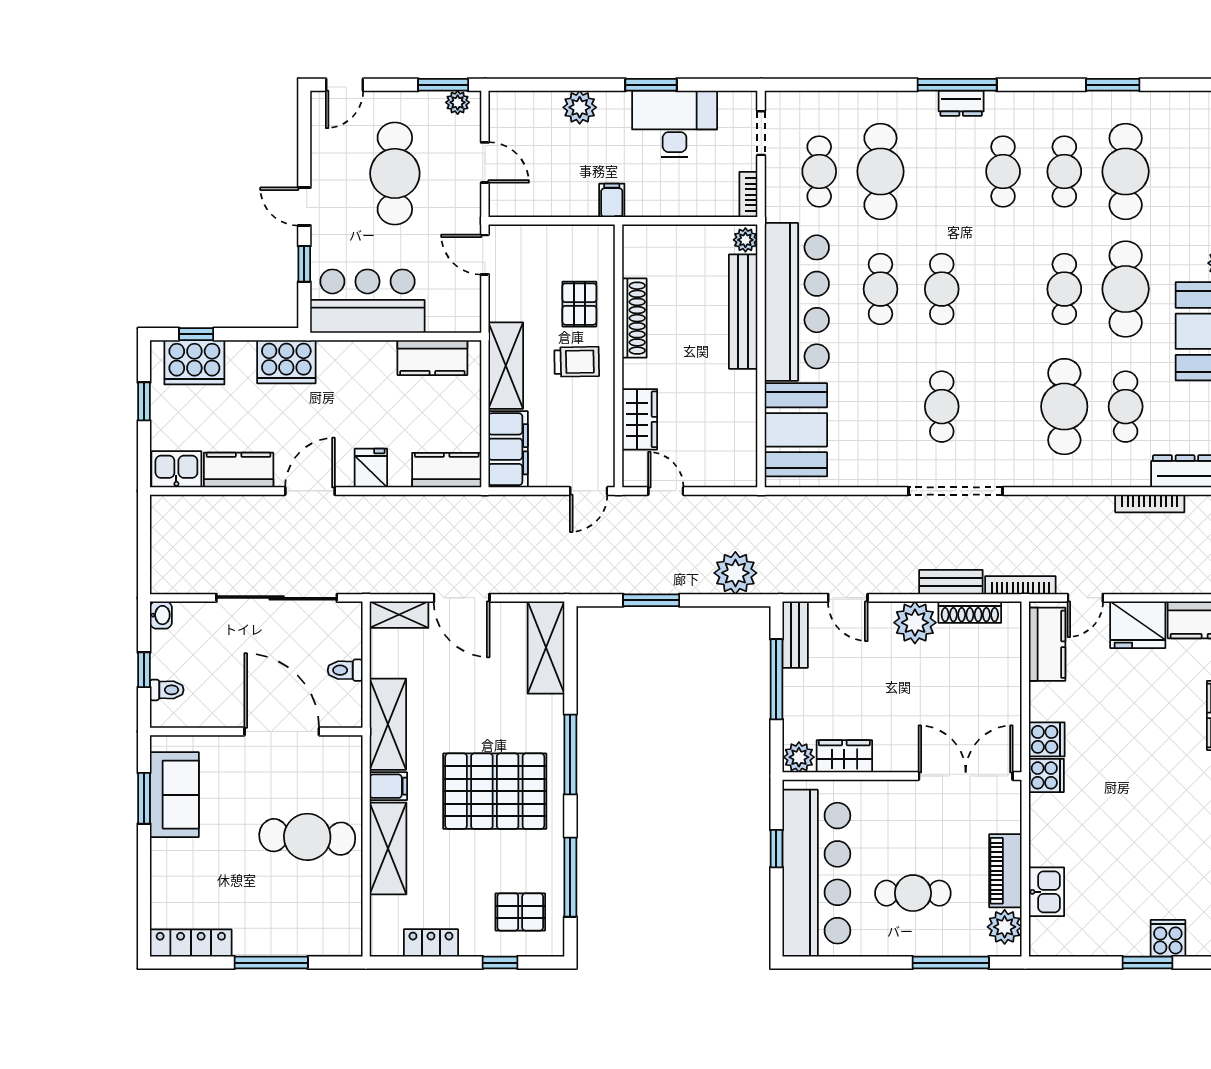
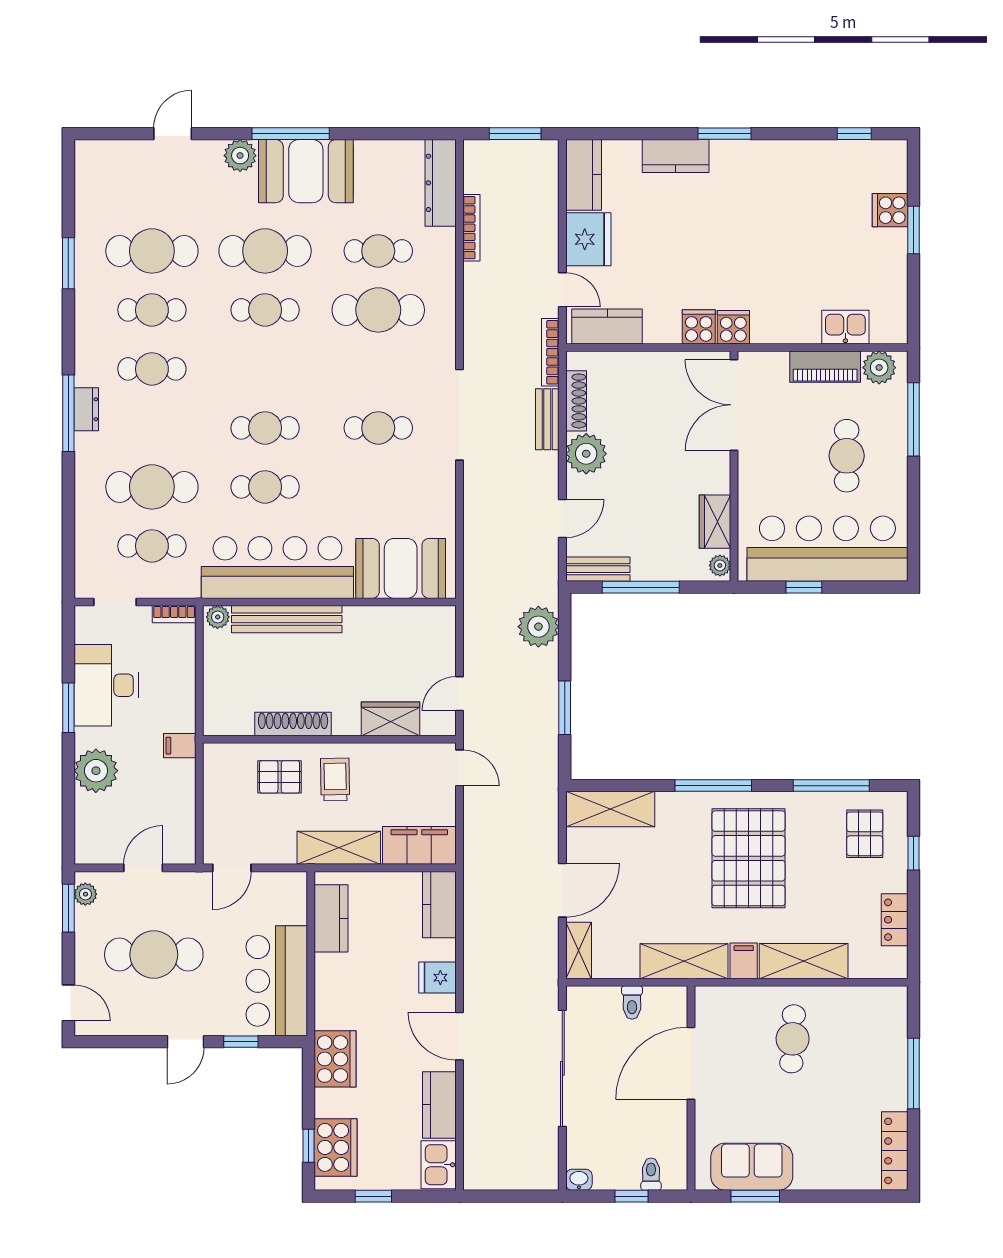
plant: (580, 107) -> (96, 771), width x1.36, depth x1.36
plant: (799, 757) -> (720, 565), width x0.73, depth x0.73
cafe table: (307, 837) -> (793, 1039), width x0.73, depth x0.74

